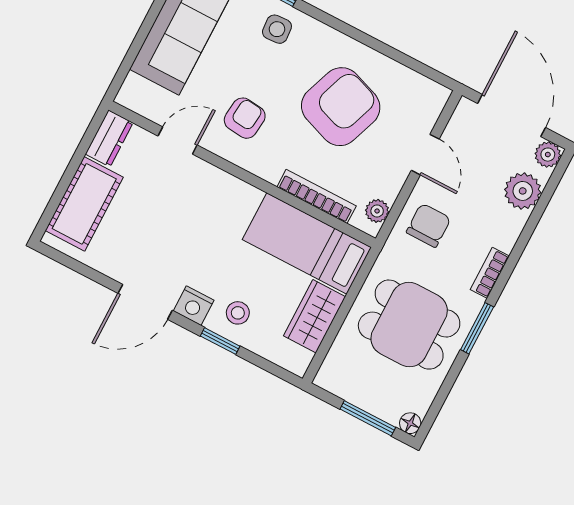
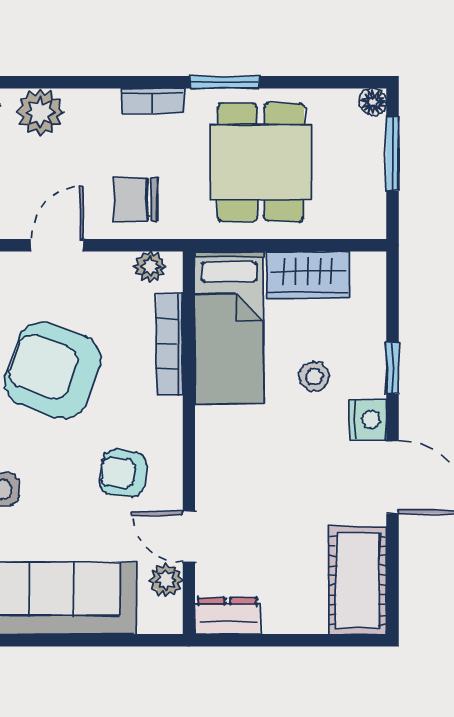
plant: (156, 109) -> (166, 580), added
cot: (84, 204) -> (358, 580), moved, turned 90
stool: (238, 313) -> (314, 377), moved

